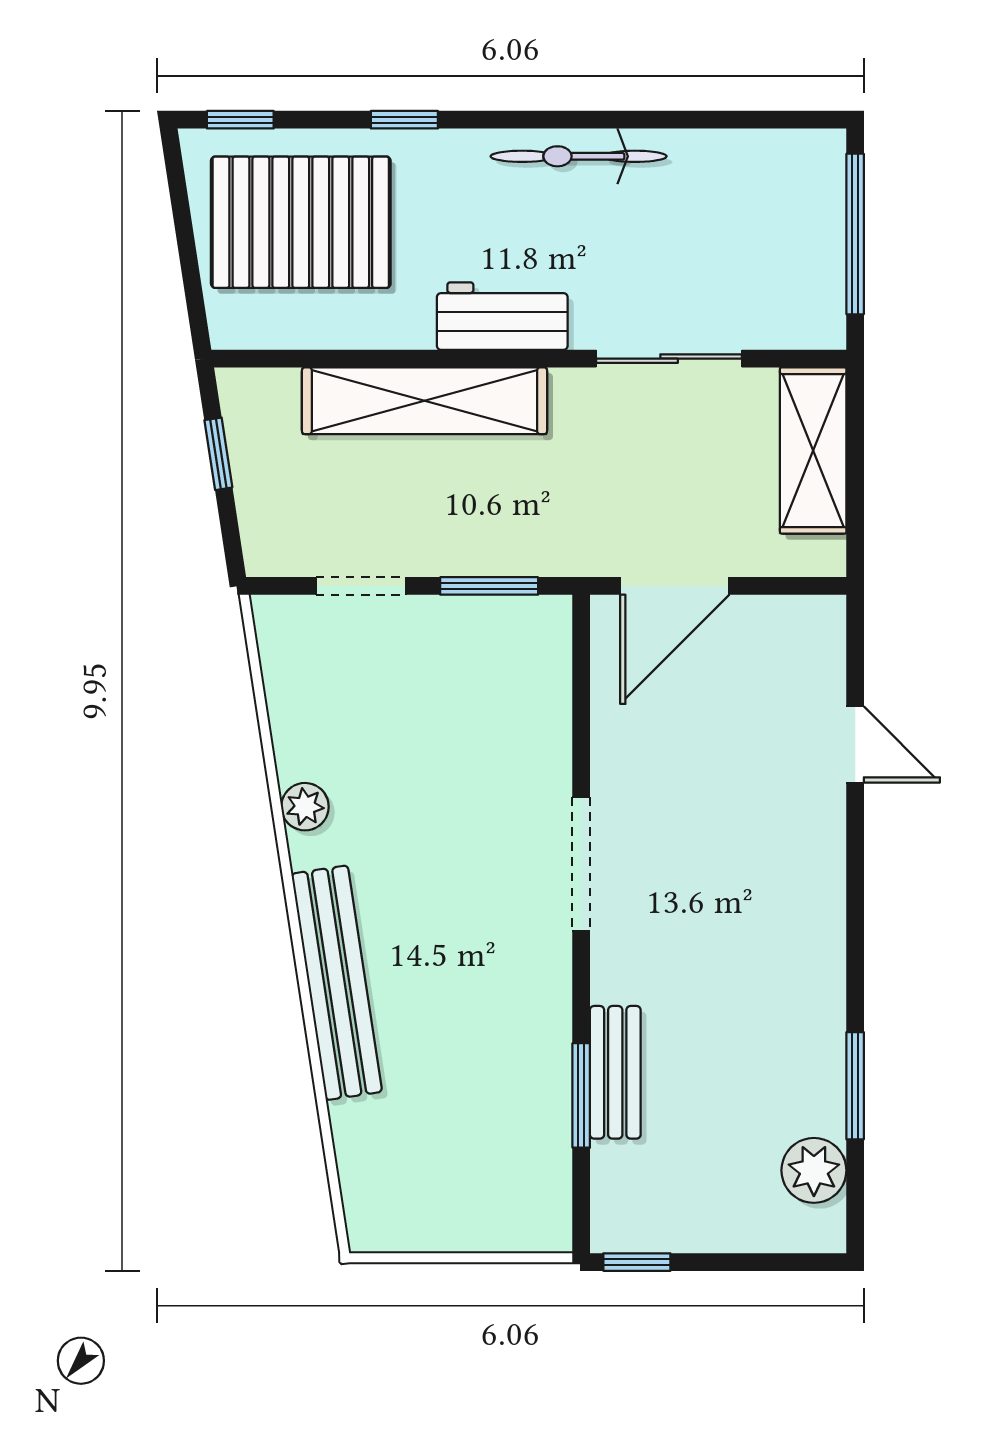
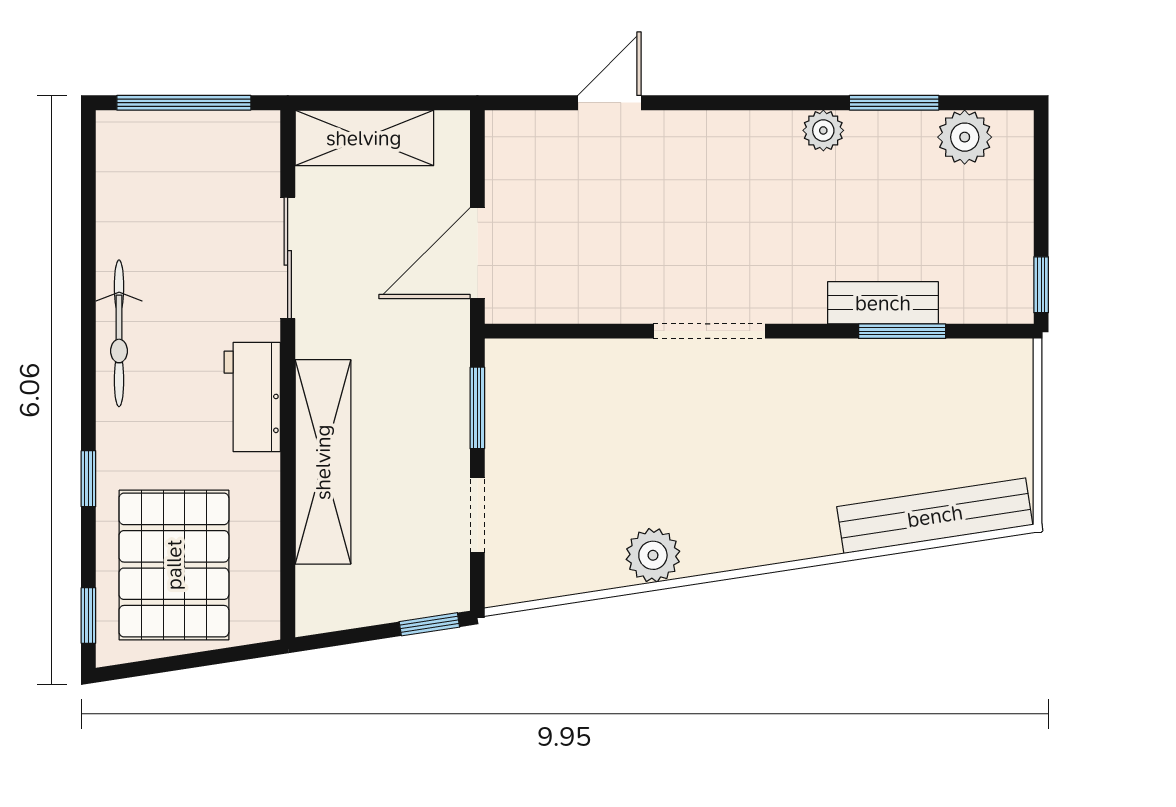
window: (218, 454) -> (429, 624), moved
door: (675, 586) -> (477, 253), swing flipped
plant: (305, 807) -> (653, 555), width x1.38, depth x1.38
bench: (337, 983) -> (935, 516), moved
plant: (822, 1001) -> (823, 130), added

